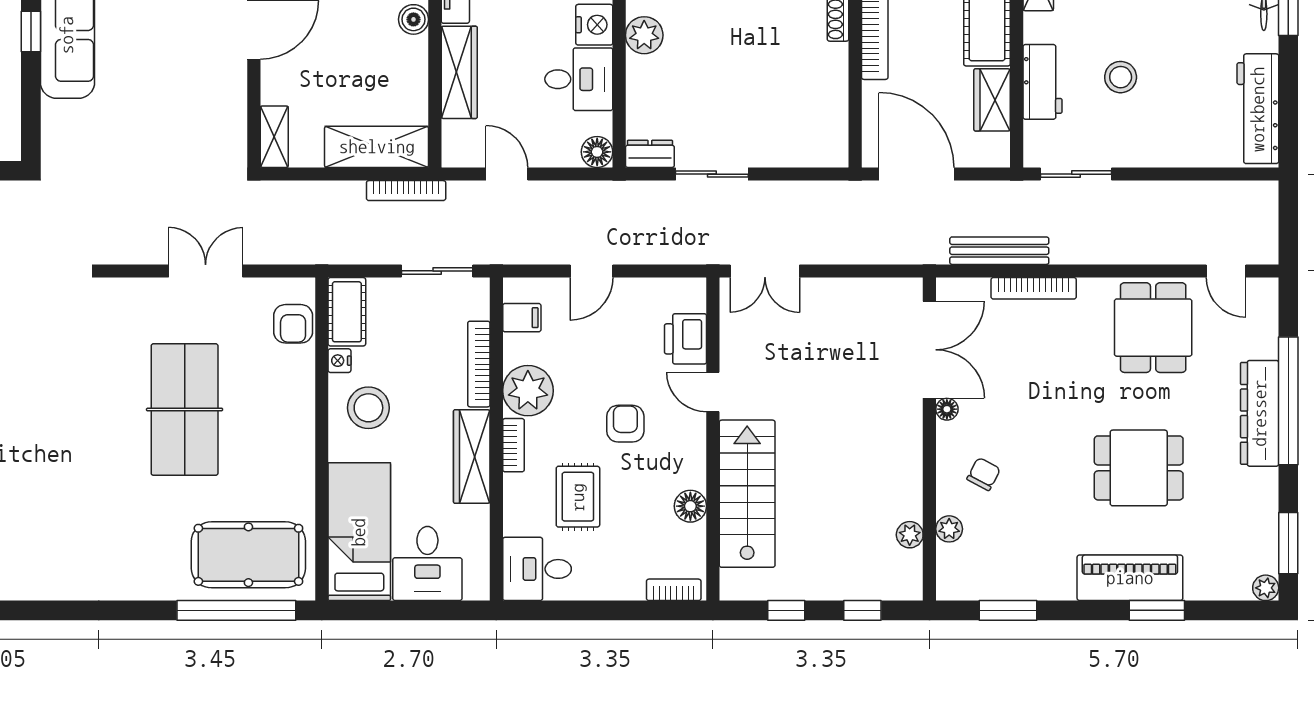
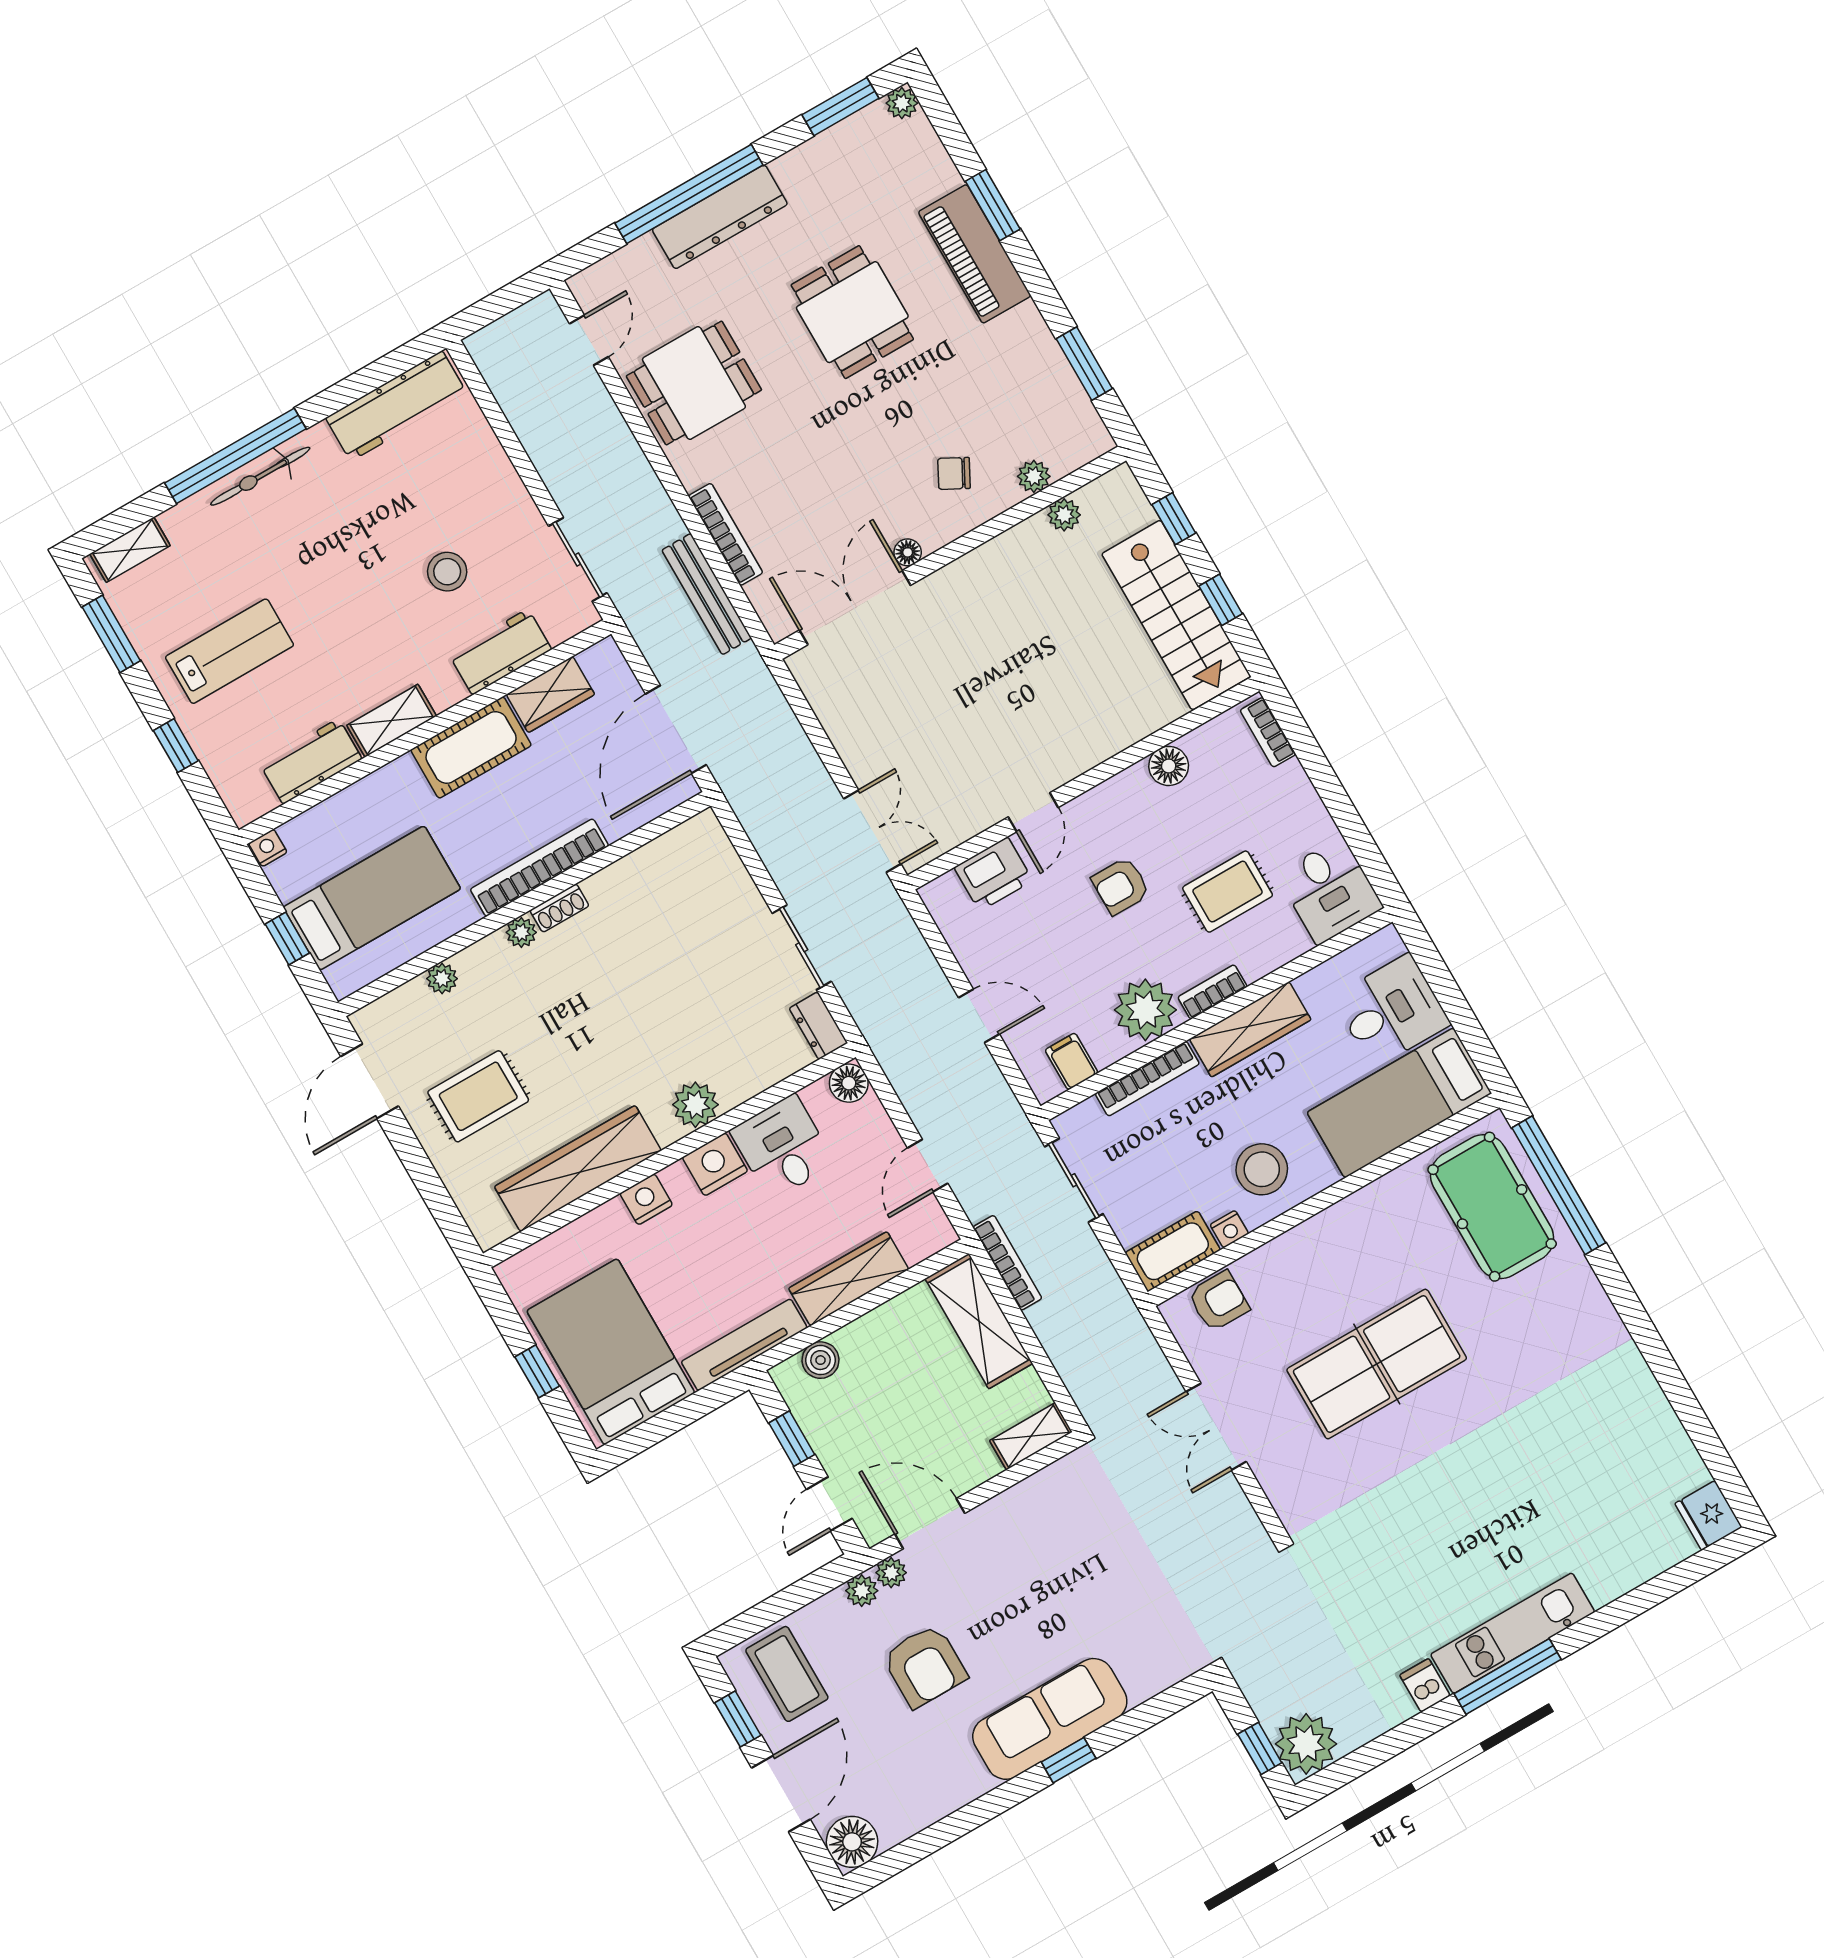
stairs: (747, 494) -> (1176, 615), moved, turned -90

